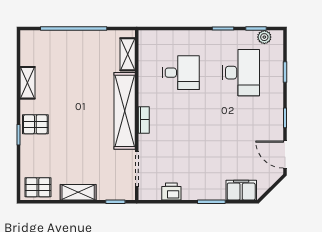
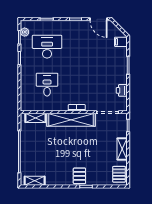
shelving: (27, 83) -> (35, 181), moved
door: (285, 154) -> (98, 19), hinge flipped
filing cabinet: (241, 190) -> (121, 42), width x0.50

